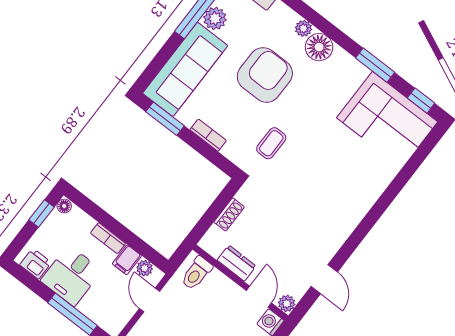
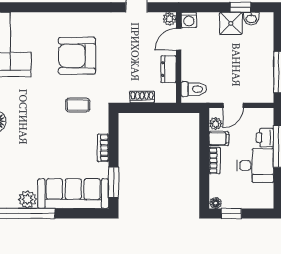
armchair: (265, 75) -> (77, 56), moved
printer: (36, 264) -> (265, 138), moved

